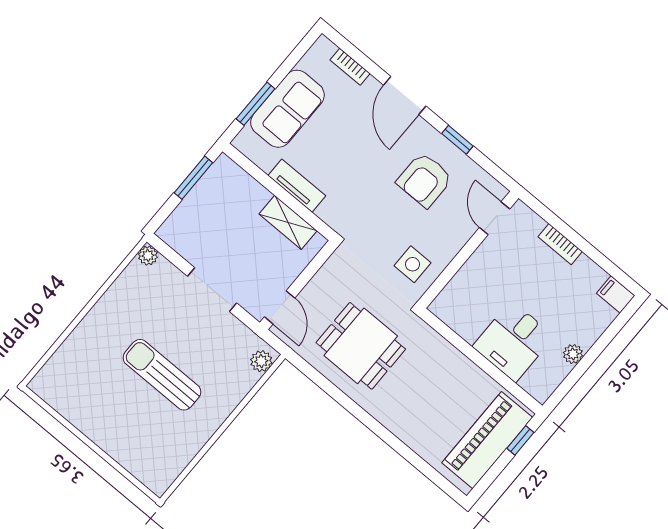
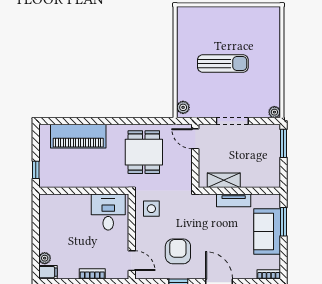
bookcase: (350, 67) -> (269, 274), moved
window: (193, 178) -> (283, 143), moved
desk: (513, 341) -> (108, 212), moved
dining table: (361, 346) -> (144, 152), turned 90
plant: (573, 354) -> (45, 258), moved
piano: (487, 440) -> (78, 136), moved, turned 90

